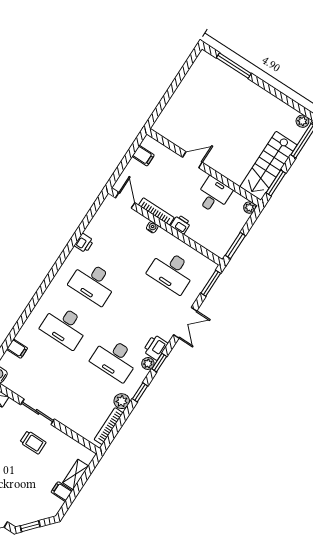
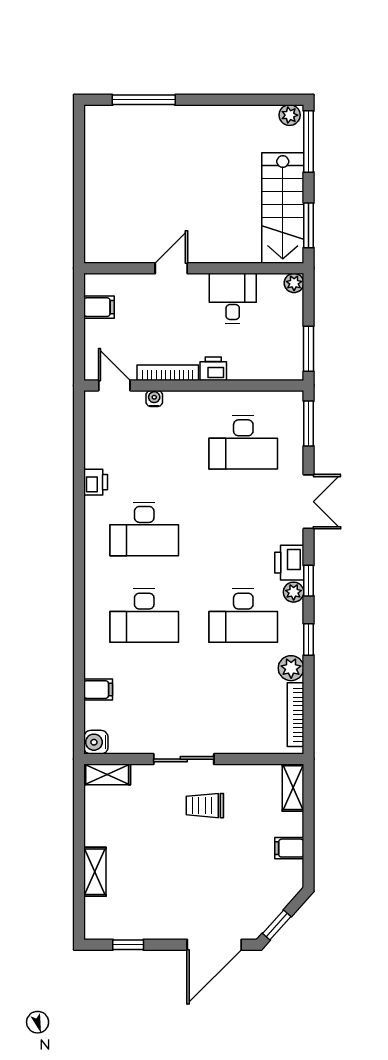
water cooler: (152, 227) -> (154, 399), moved
trolley: (33, 442) -> (205, 806), turned 180
shelving: (76, 474) -> (293, 788), moved

